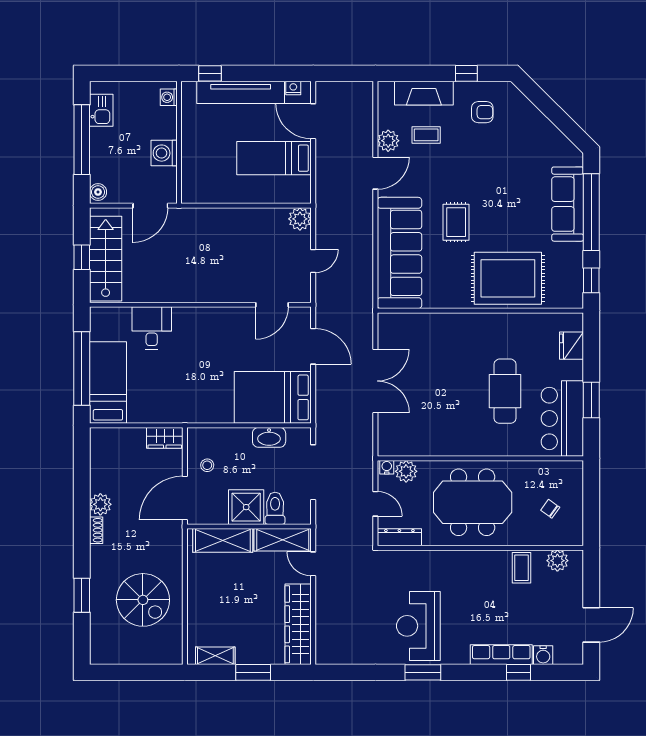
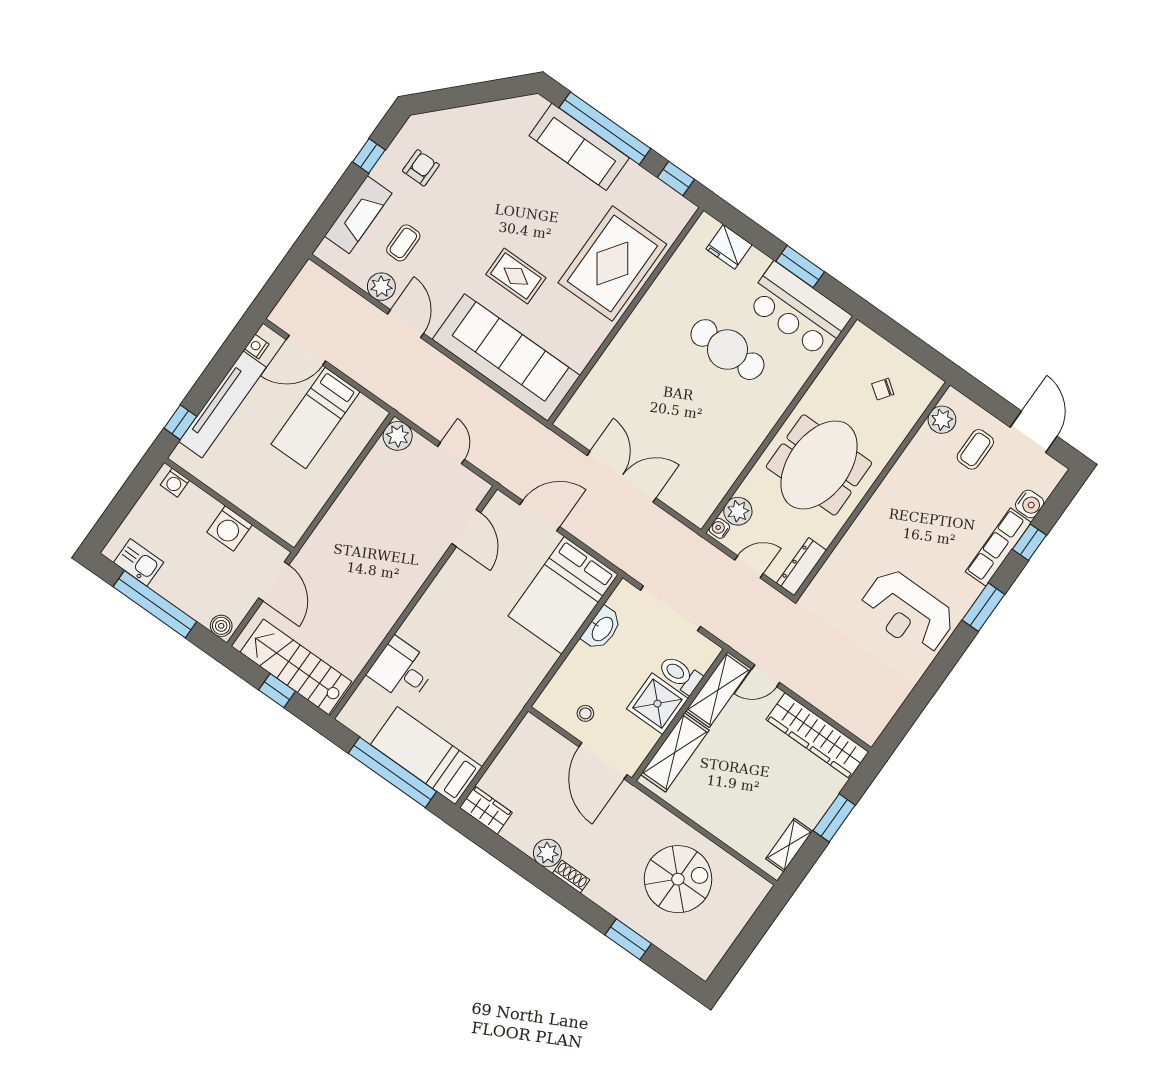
wardrobe: (165, 438) -> (486, 810), moved, turned -90
coffee table: (522, 568) -> (975, 449), moved, turned 90
window: (423, 672) -> (983, 607), moved

